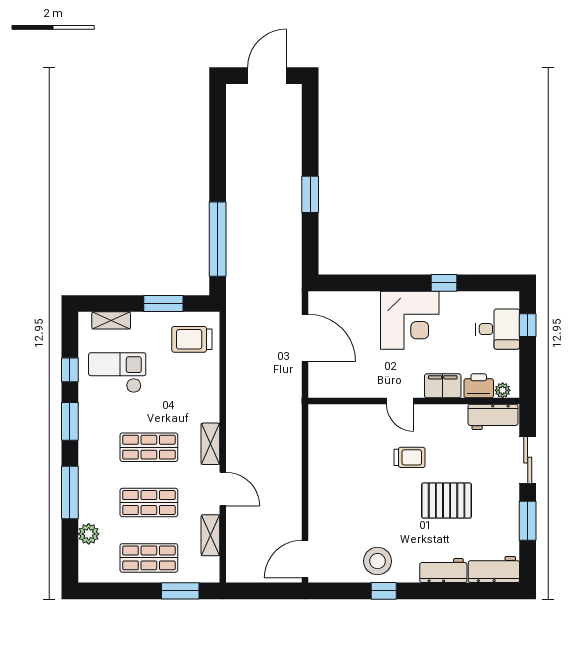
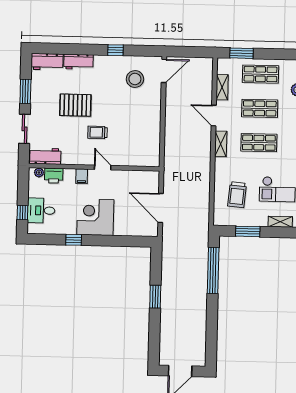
trolley: (192, 339) -> (237, 195), moved, turned 95
filing cabinet: (443, 386) -> (82, 176), width x0.50
stool: (377, 561) -> (135, 79), moved

